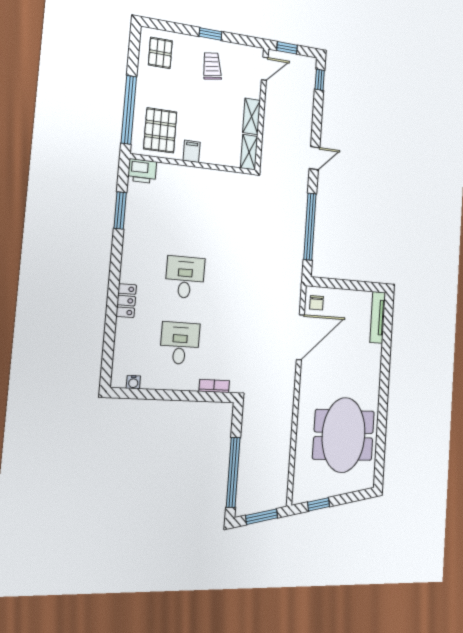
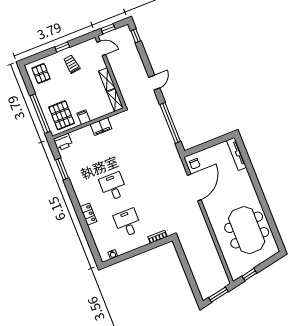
door: (265, 69) -> (101, 48), hinge flipped
filing cabinet: (210, 179) -> (101, 127), added
window: (233, 472) -> (190, 278), removed

